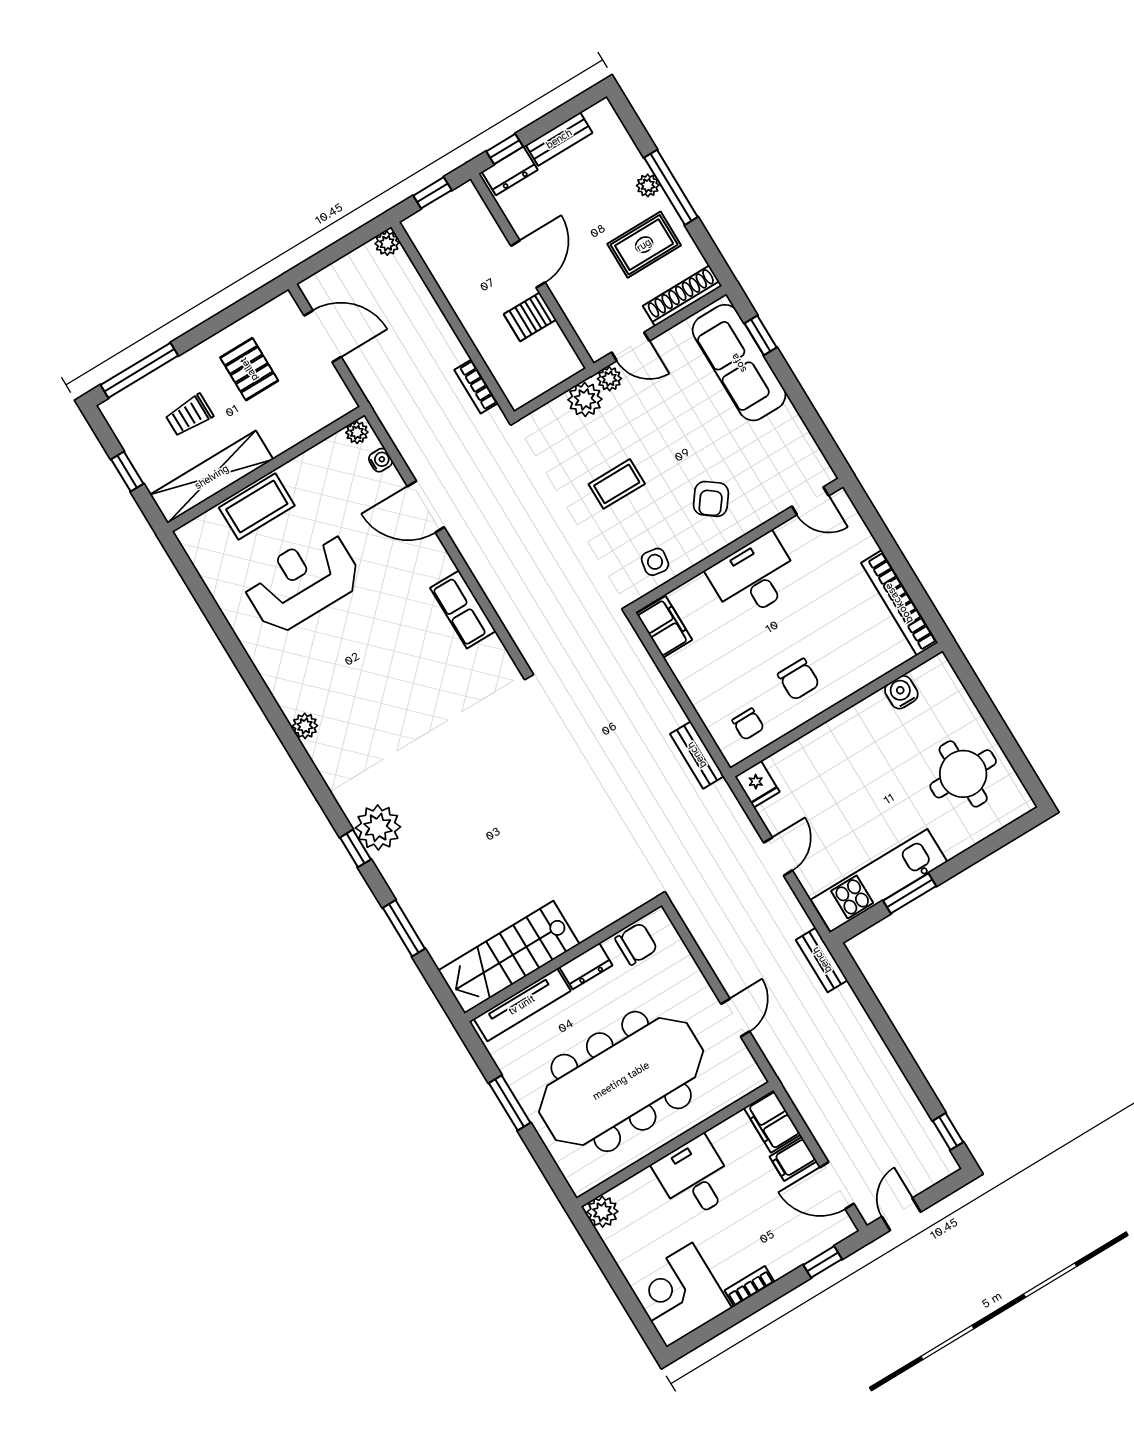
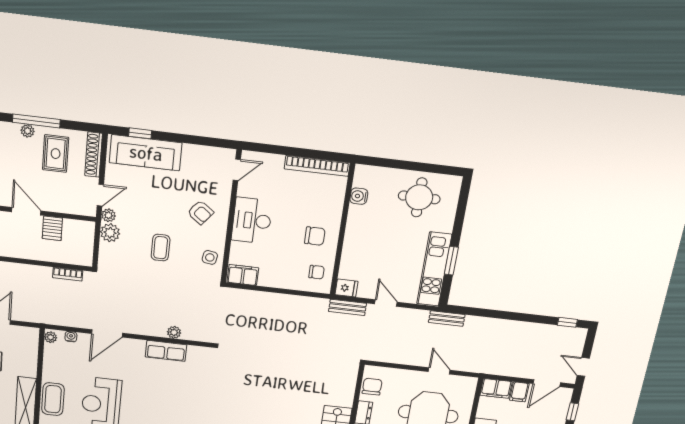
plant: (501, 599) -> (174, 332), added
bench: (697, 755) -> (348, 307), moved

